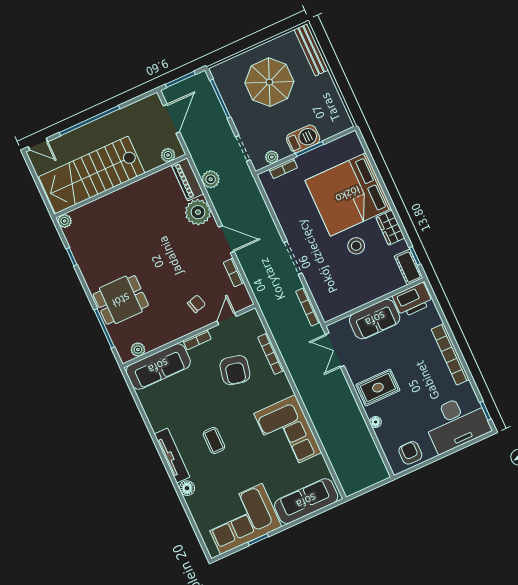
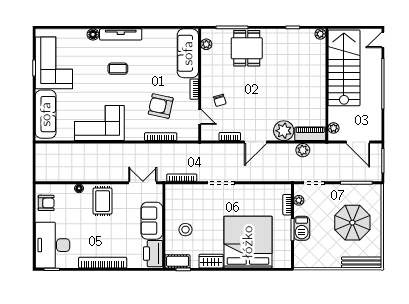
stool: (356, 246) -> (185, 230), moved

